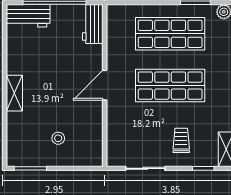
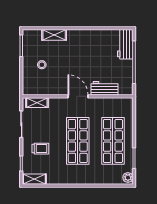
workbench: (93, 24) -> (105, 88), moved
shelving: (14, 93) -> (54, 35), moved
shelving: (114, 145) -> (37, 103), added

